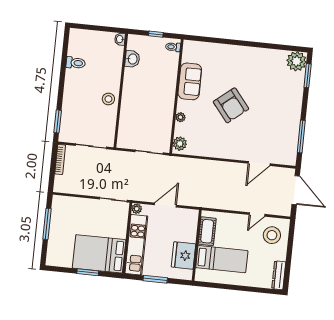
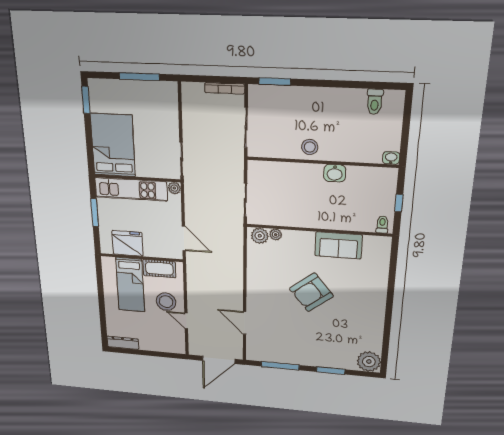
washbasin: (132, 59) -> (335, 173), moved
toilet: (76, 63) -> (375, 102), moved
window: (308, 76) -> (331, 371), moved
plant: (180, 117) -> (276, 234), moved
door: (165, 205) -> (184, 239), moved
stool: (272, 235) -> (166, 302), moved
window: (88, 272) -> (86, 100), moved

